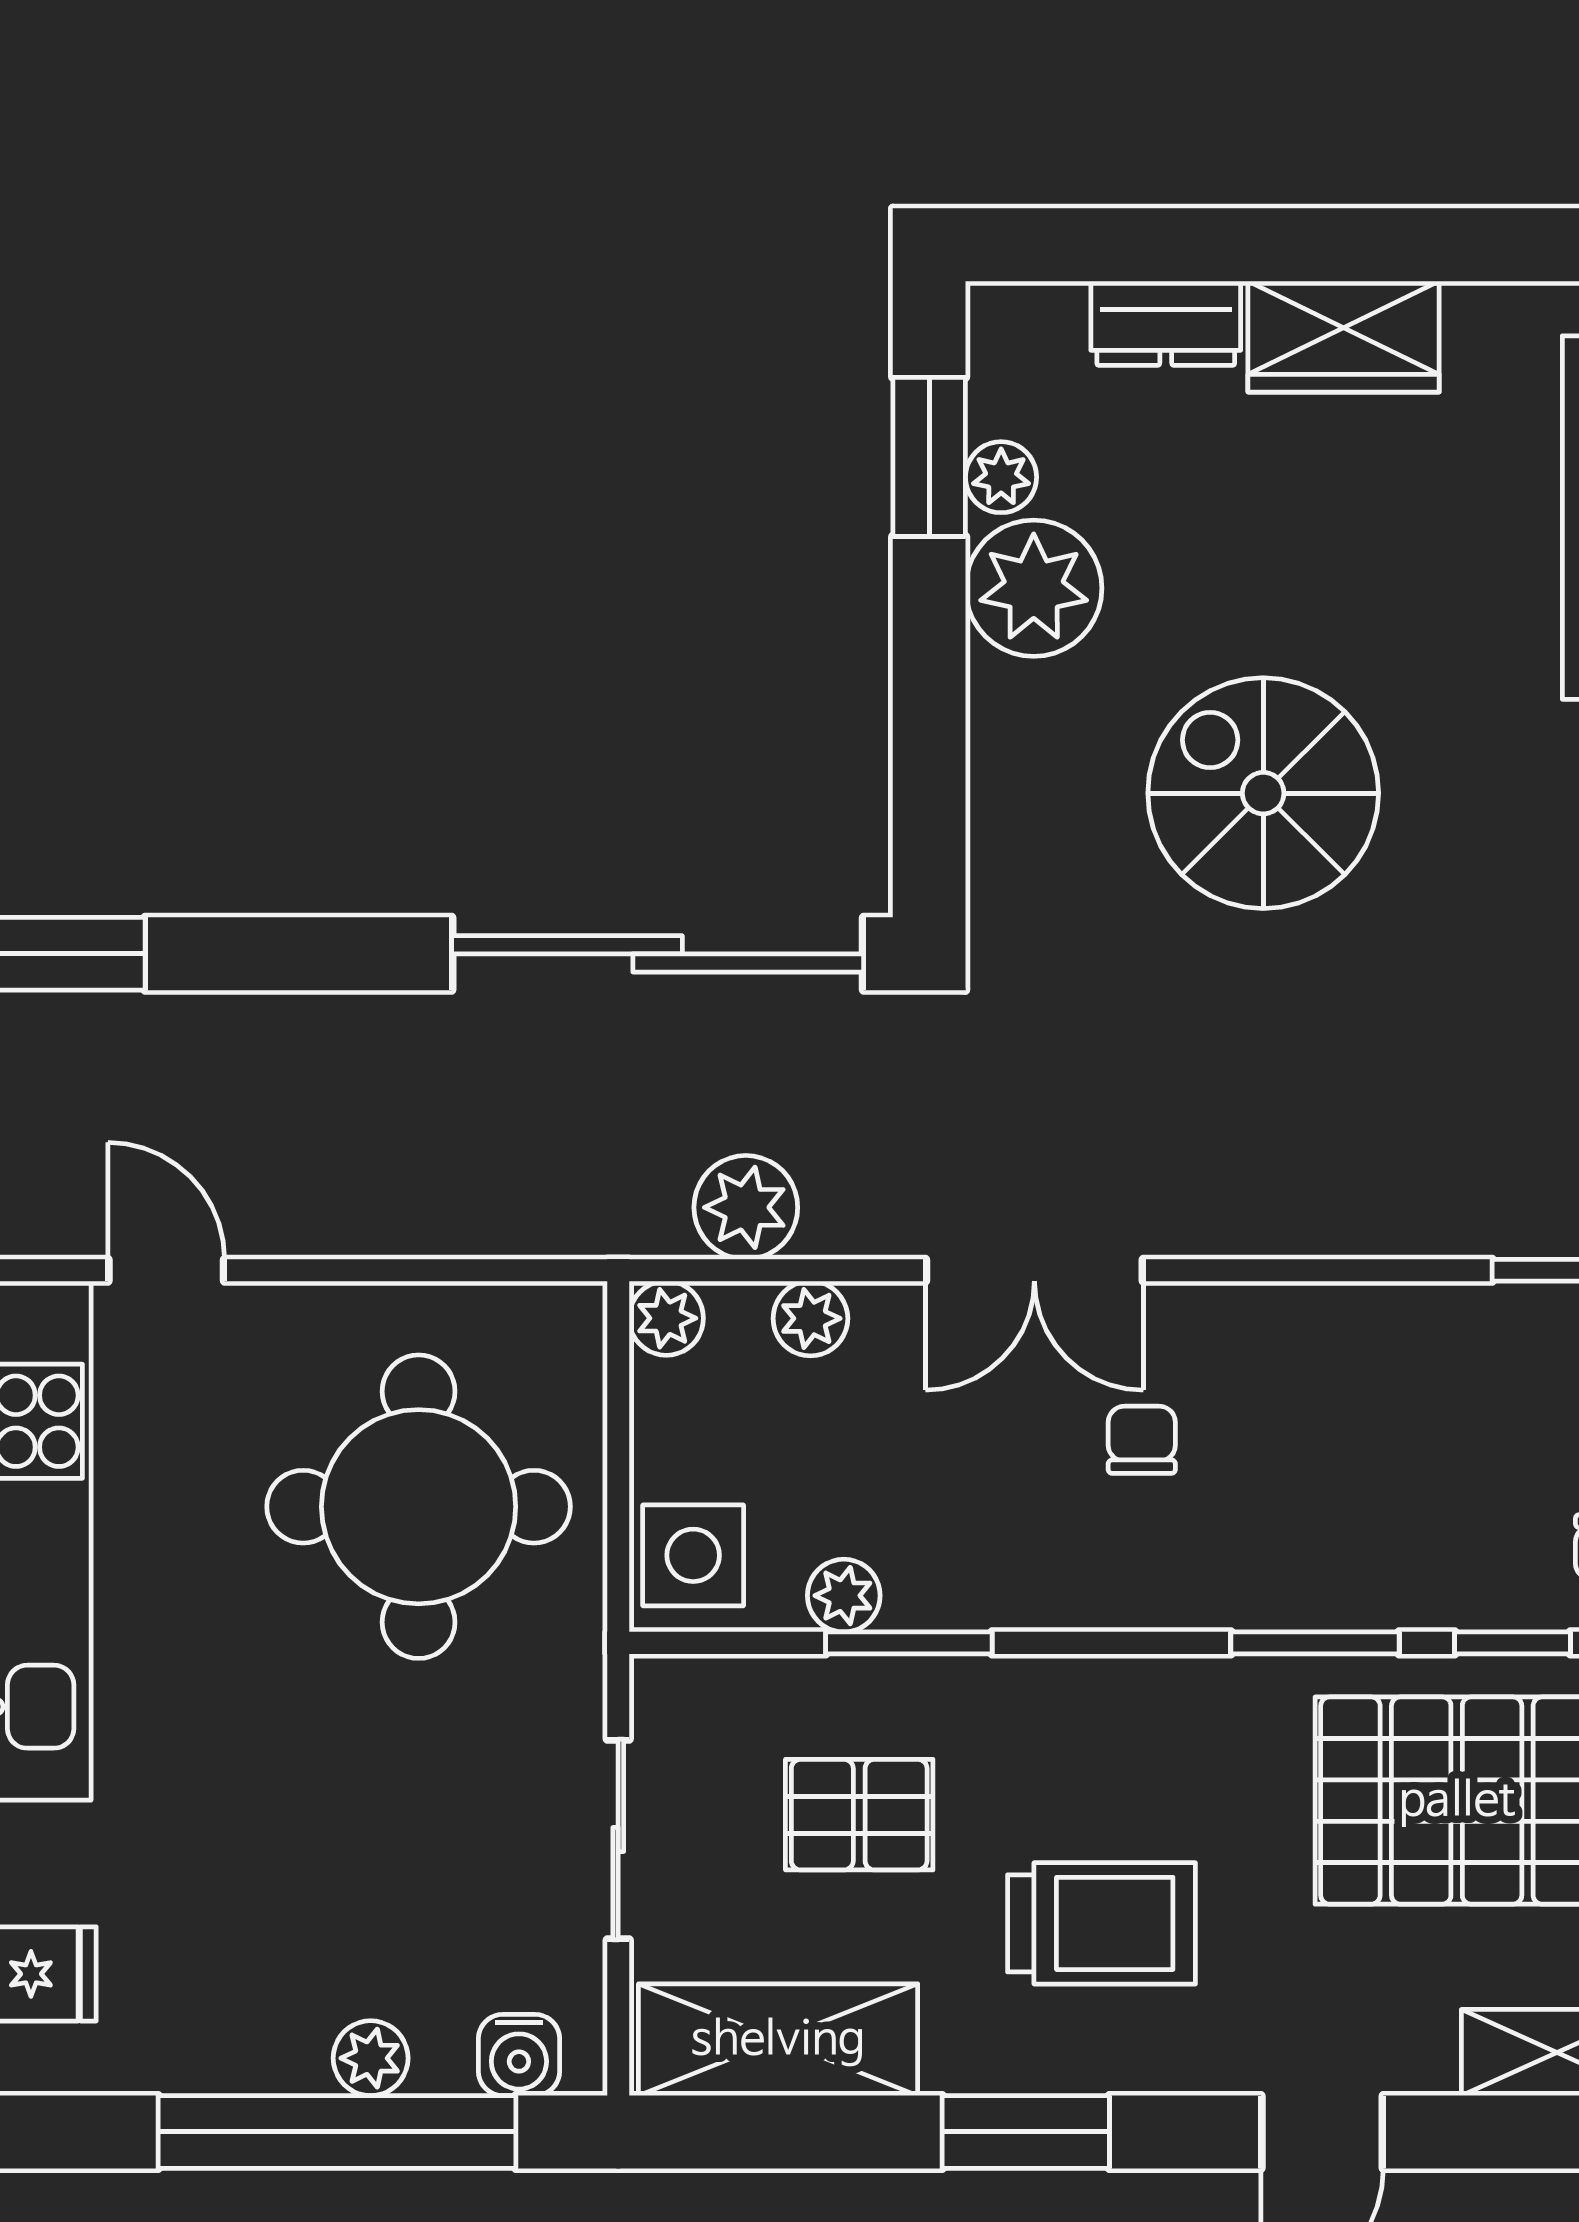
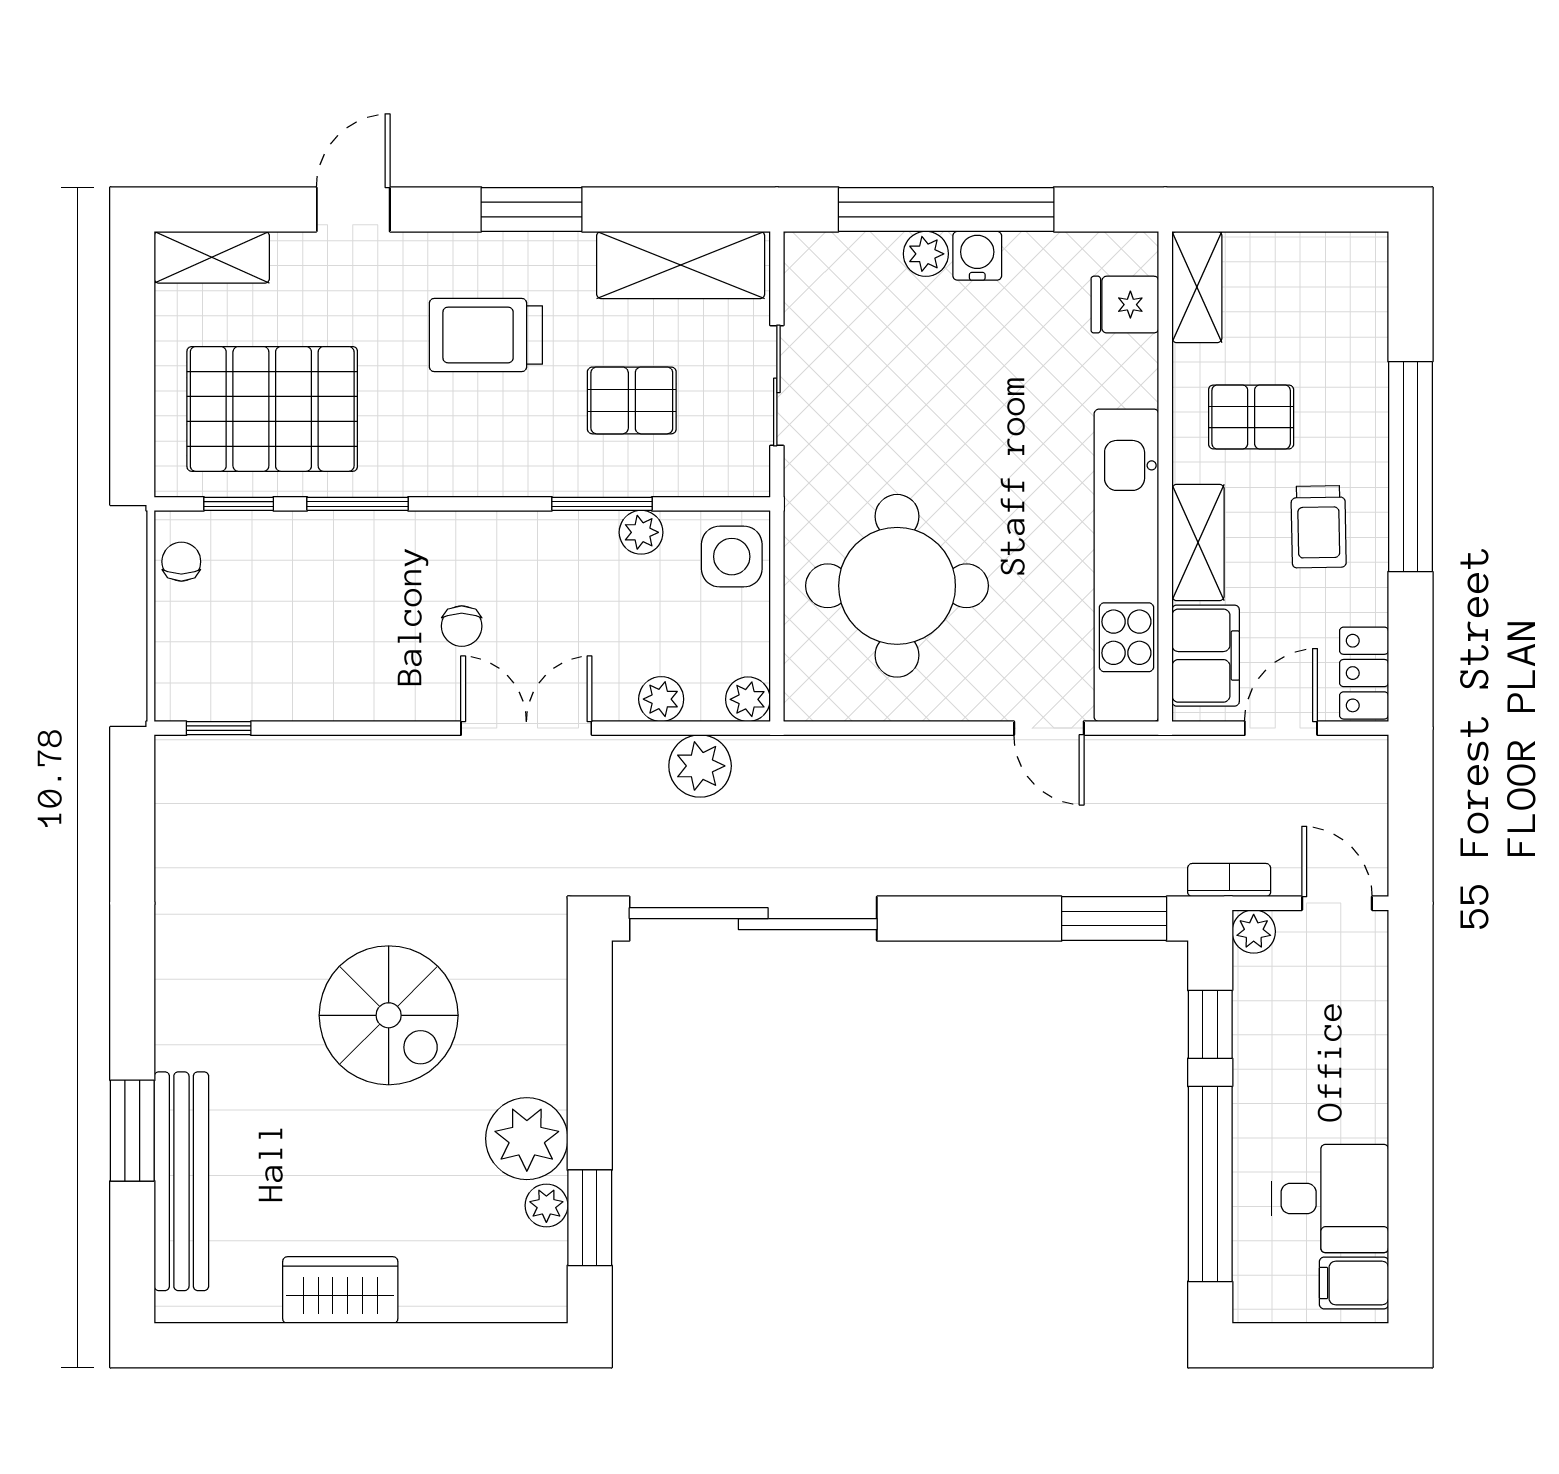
dresser: (1166, 323) -> (447, 1298), removed
water cooler: (519, 2055) -> (977, 256), moved

